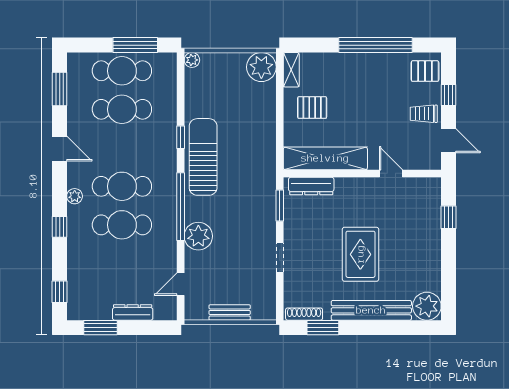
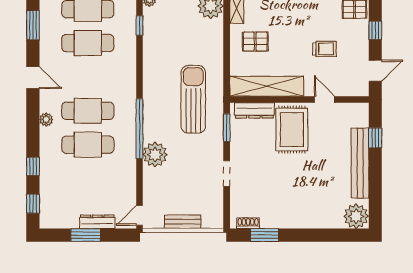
trolley: (424, 114) -> (324, 49), moved, turned 180
window: (181, 137) -> (140, 25), moved
door: (449, 141) -> (375, 71), hinge flipped
sun lounger: (203, 157) -> (193, 99), moved
window: (60, 227) -> (33, 166), moved
rug: (360, 254) -> (292, 130), moved
door: (181, 284) -> (140, 215), moved
bench: (371, 310) -> (360, 163), moved, turned 90
shoe rack: (304, 314) -> (248, 223), width x0.70
window: (101, 328) -> (86, 235), moved

